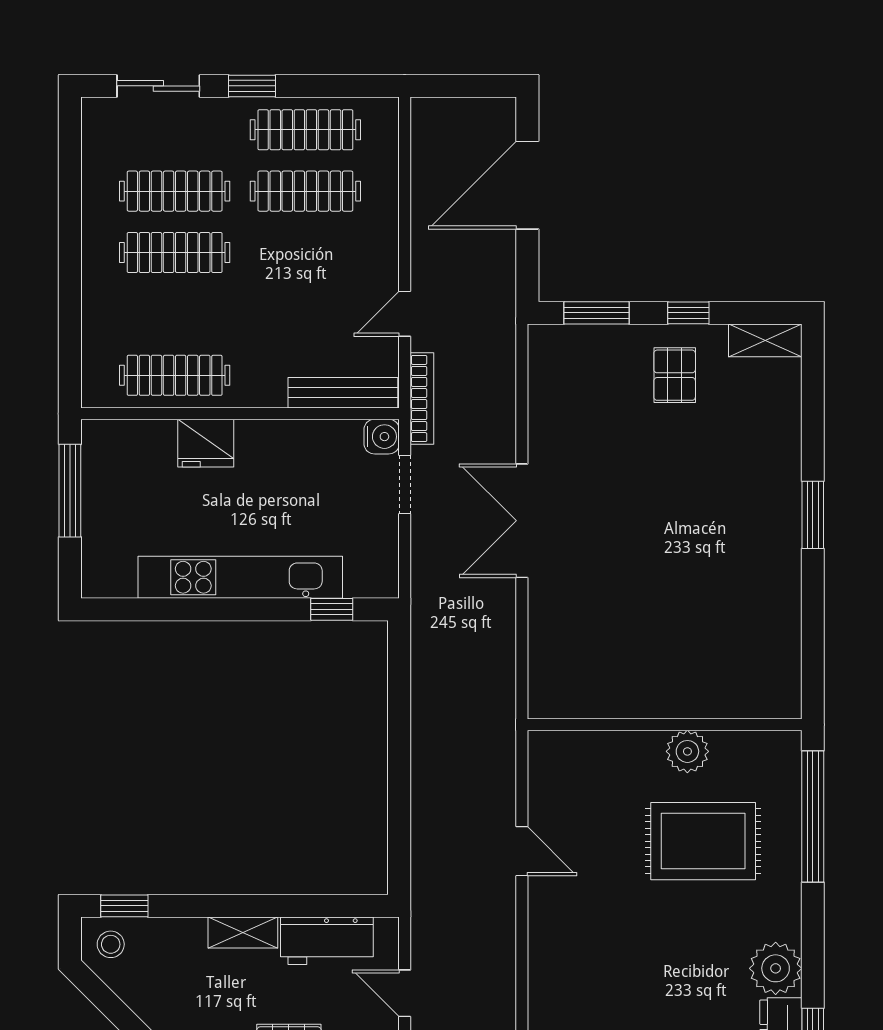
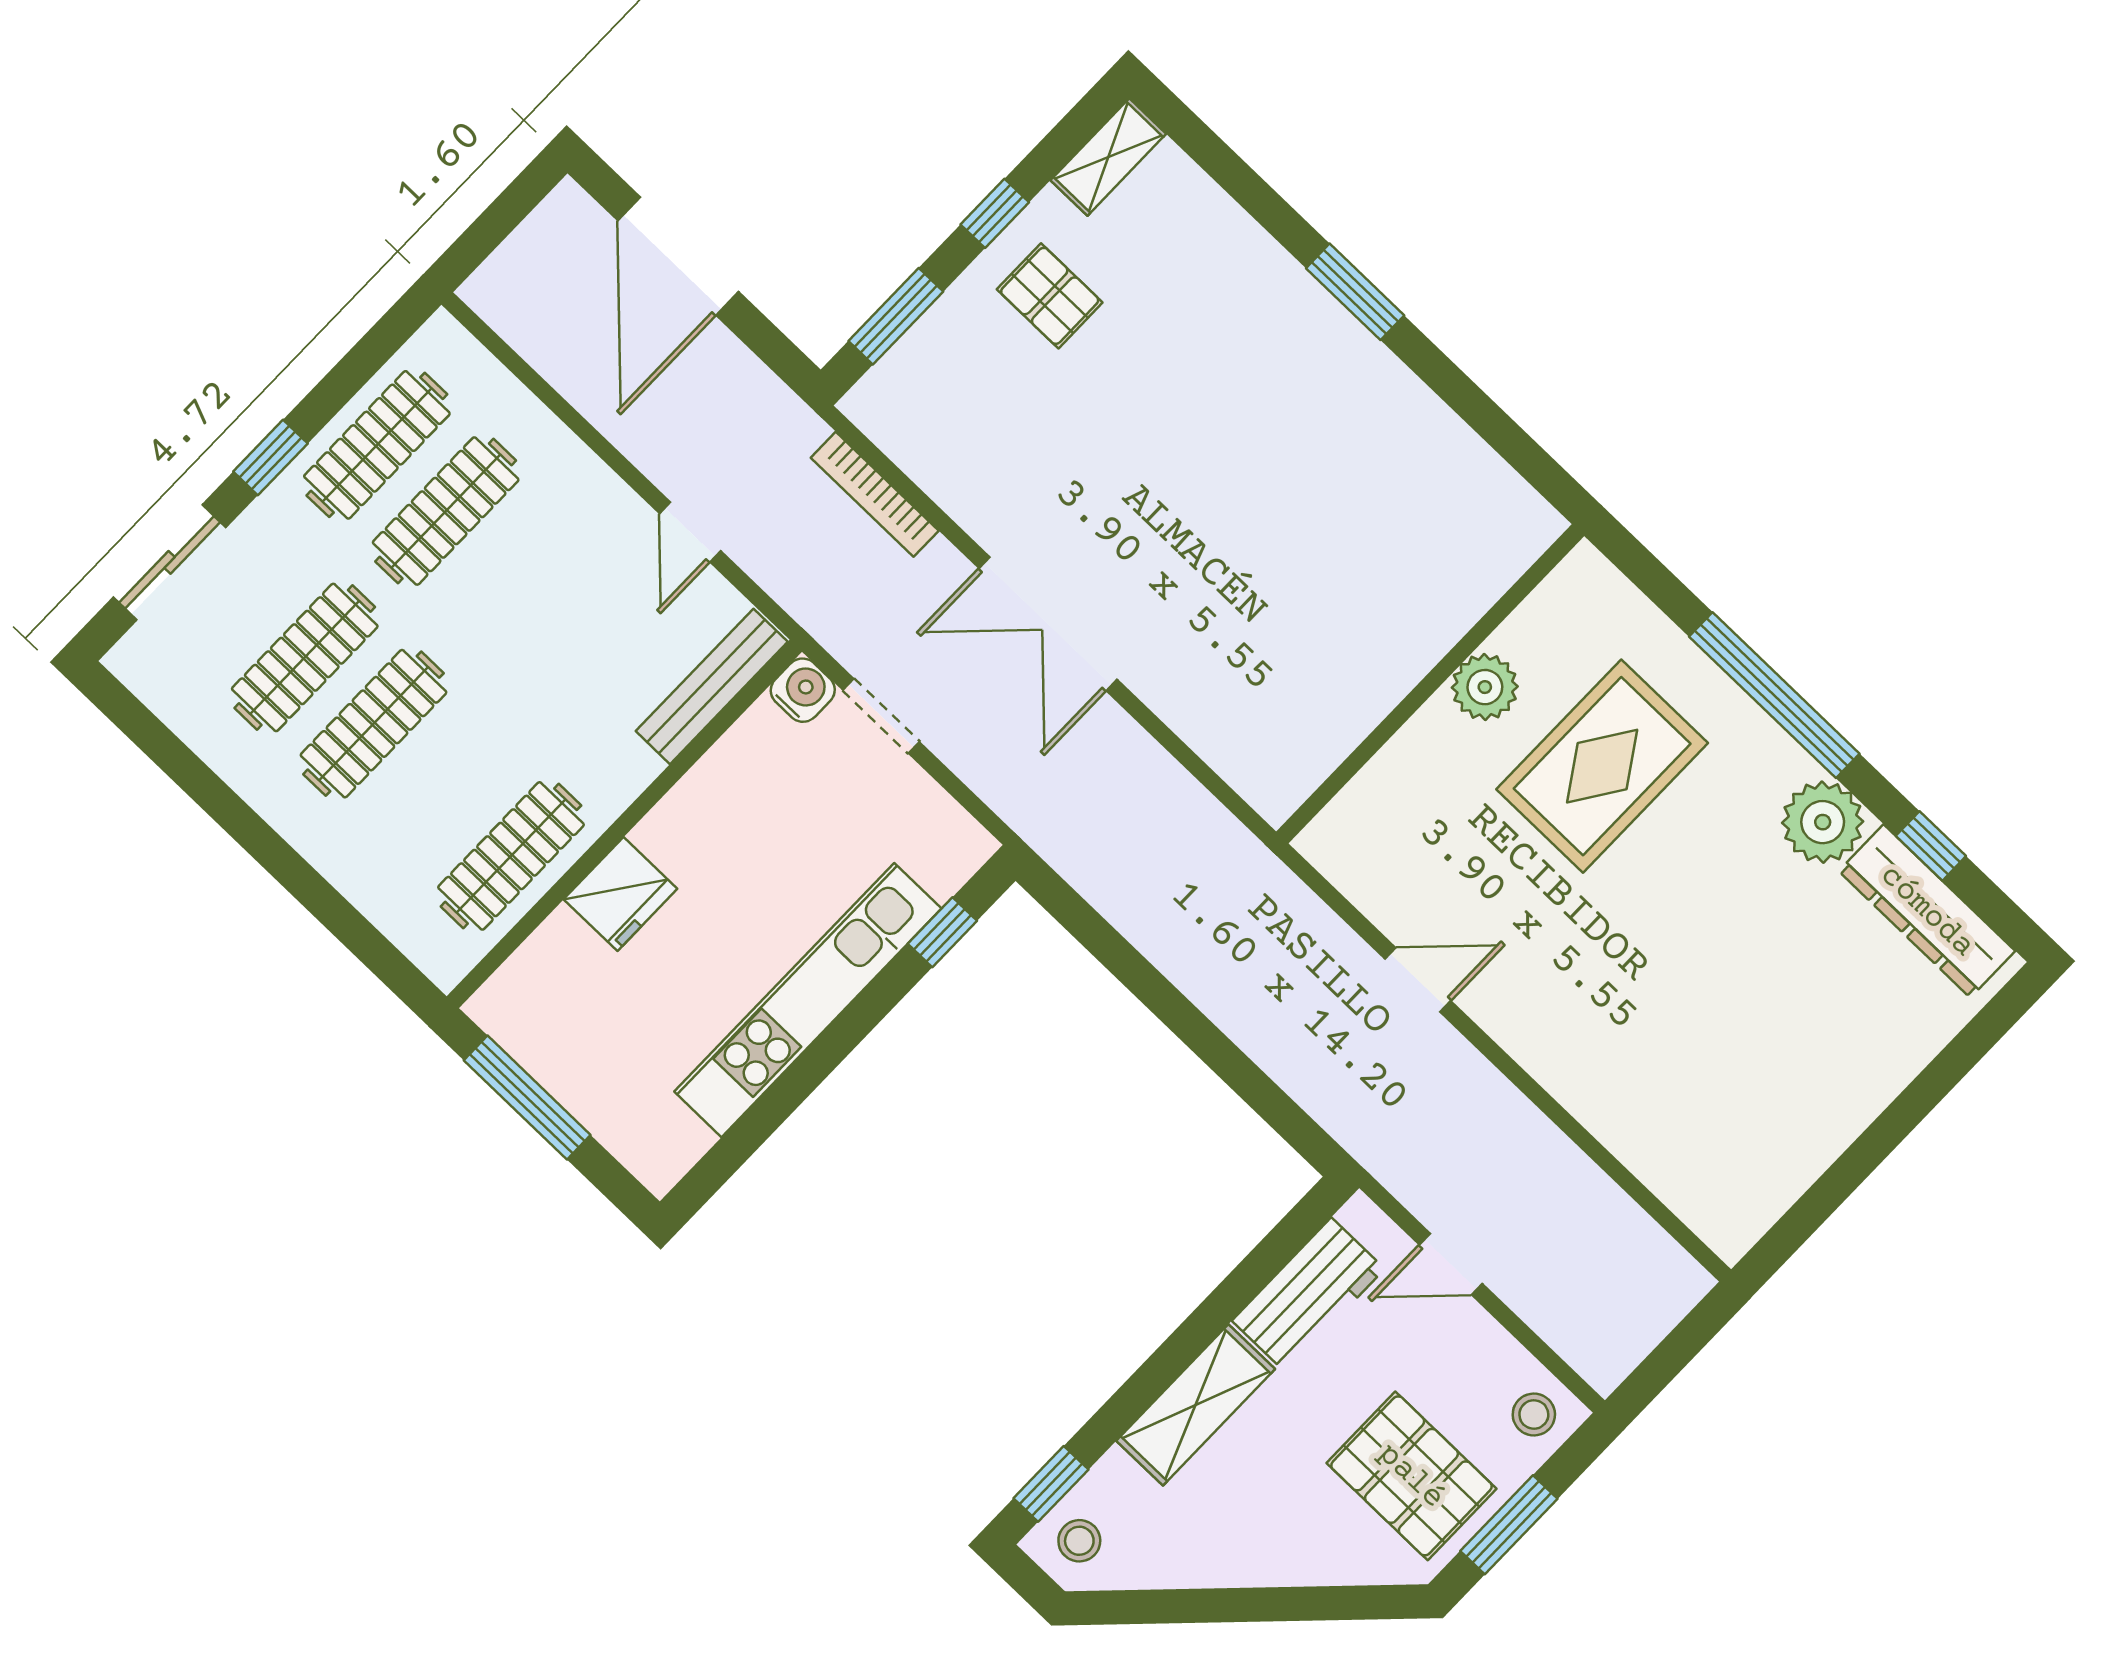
bookcase: (422, 399) -> (875, 494), moved, turned 180
window: (813, 816) -> (1774, 695), moved
shelving: (243, 932) -> (1196, 1405), width x1.50, depth x1.33

